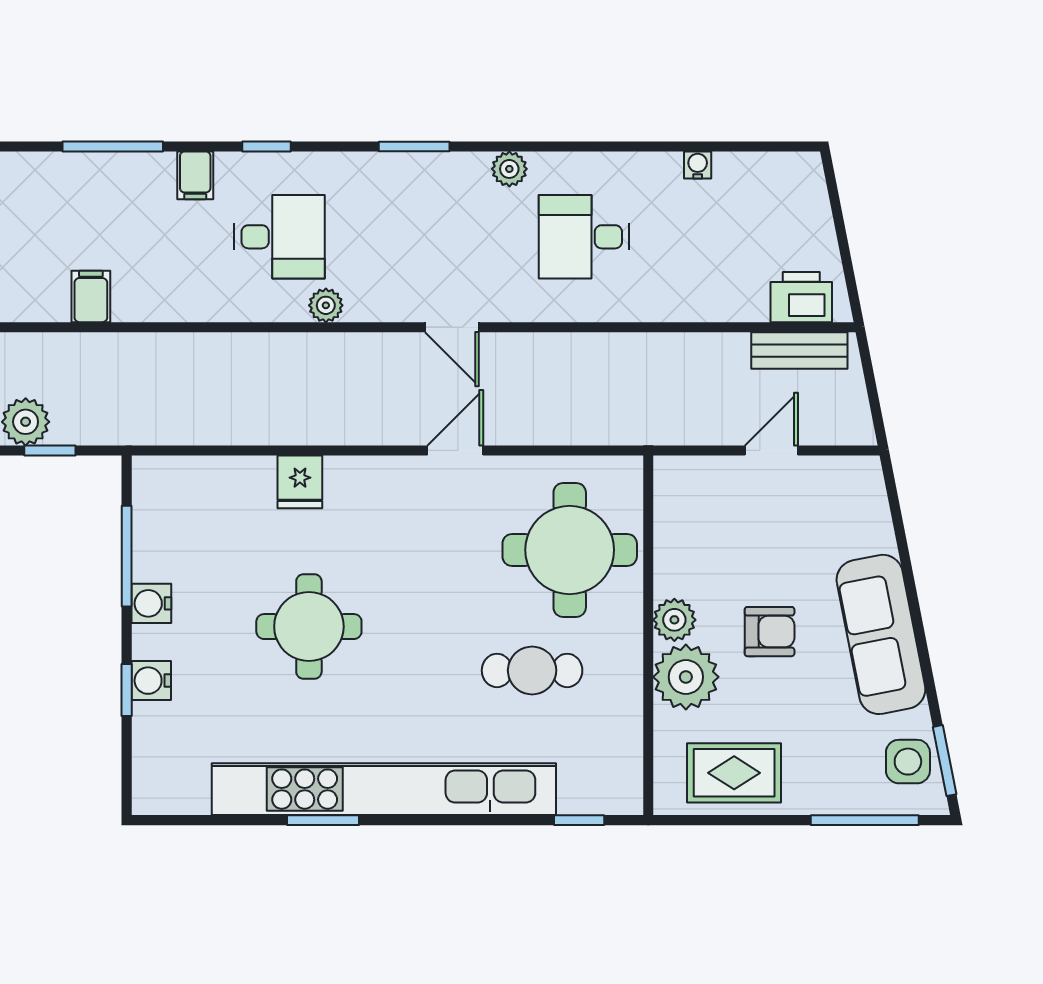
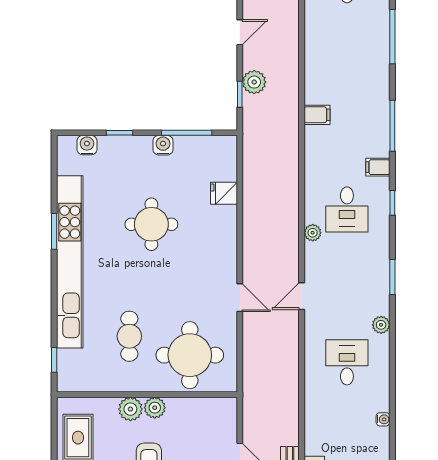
fridge: (300, 482) -> (224, 193), moved
plant: (686, 677) -> (130, 409), width x0.73, depth x0.73
water cooler: (151, 681) -> (87, 145), moved

